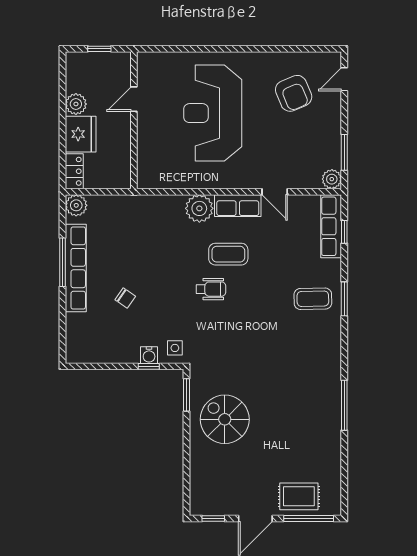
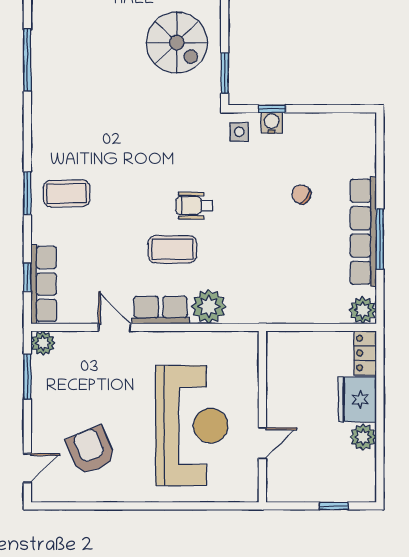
door: (134, 99) -> (262, 443), moved
wall: (134, 120) -> (262, 417), moved

